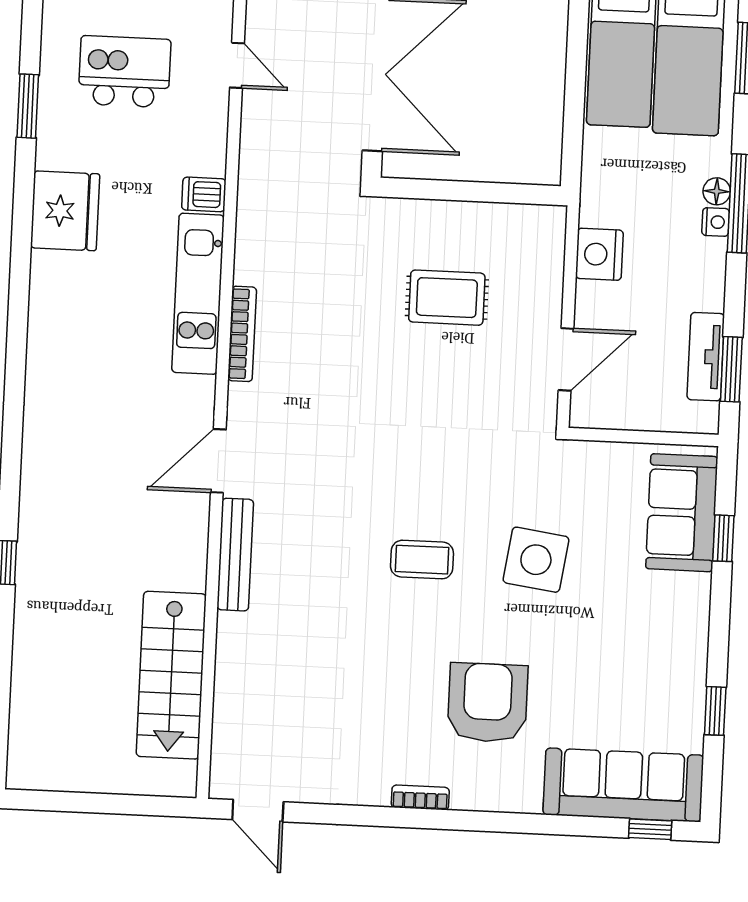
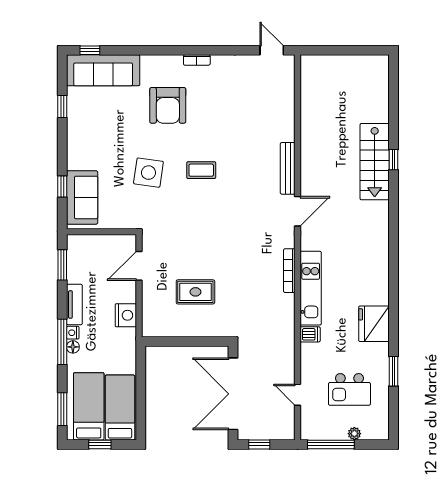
tv unit: (706, 357) -> (74, 304), moved
stairs: (171, 675) -> (375, 162), moved, turned 180

